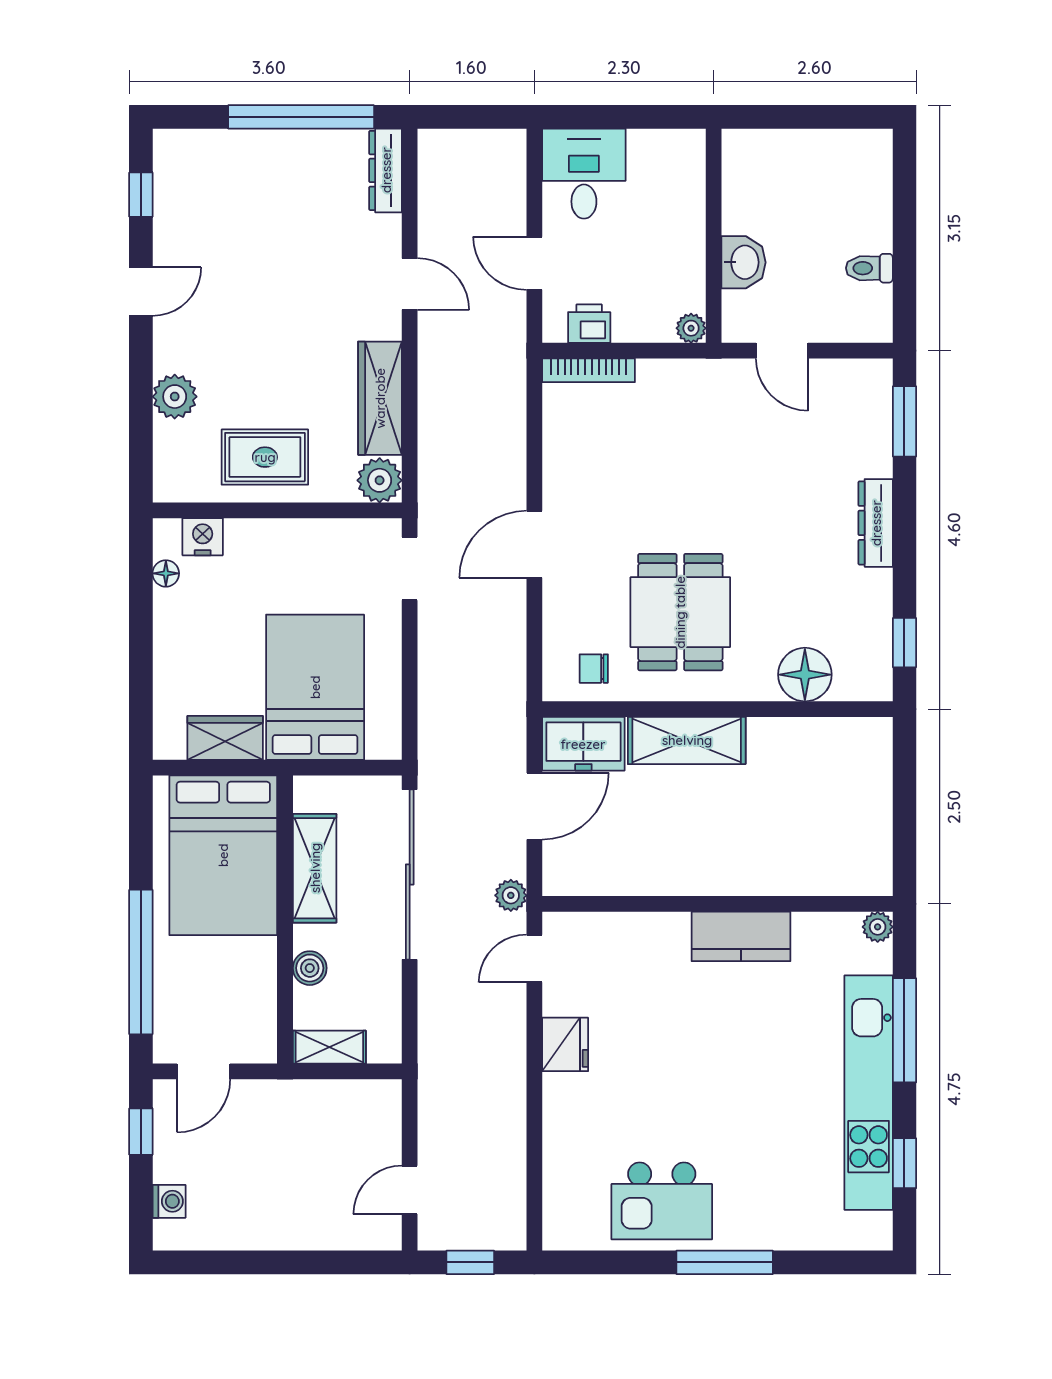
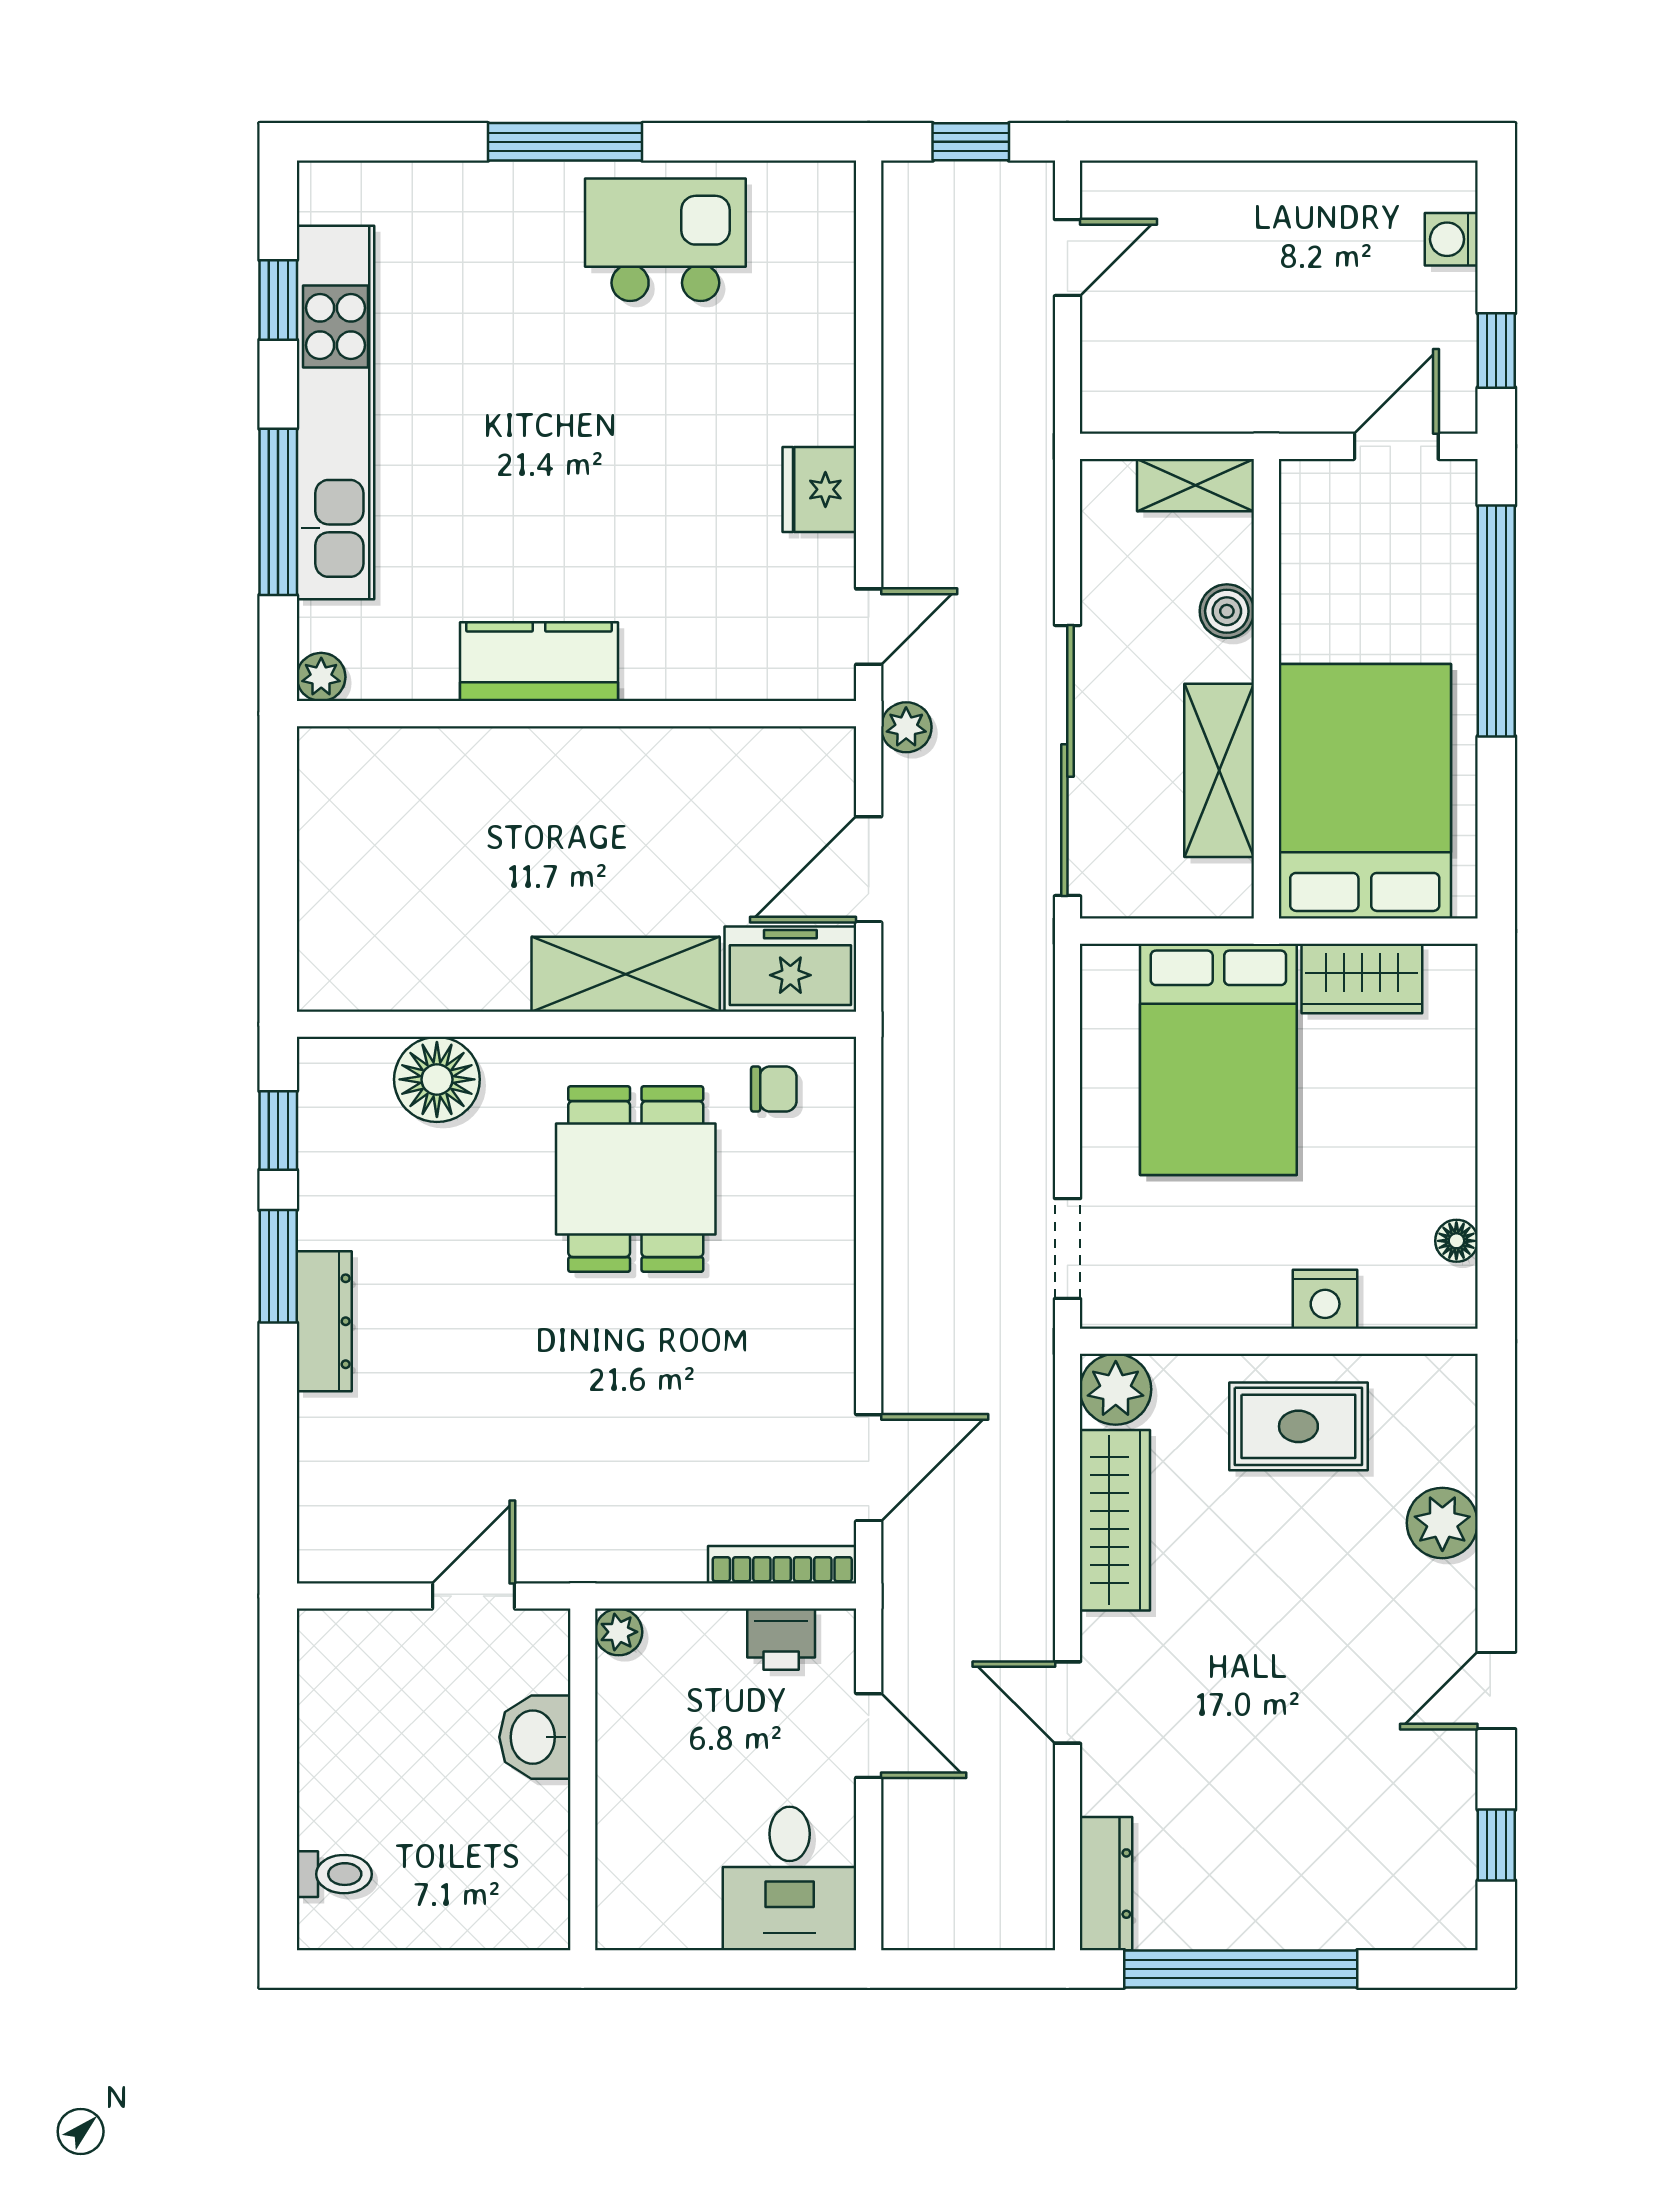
toilet: (869, 268) -> (334, 1874), moved
door: (782, 351) -> (473, 1596), hinge flipped
window: (904, 421) -> (278, 1266), moved
nightstand: (203, 537) -> (1325, 1299), moved
door: (534, 544) -> (869, 1468), moved

